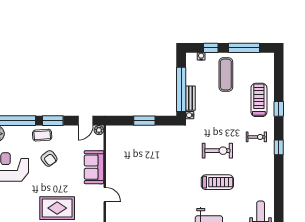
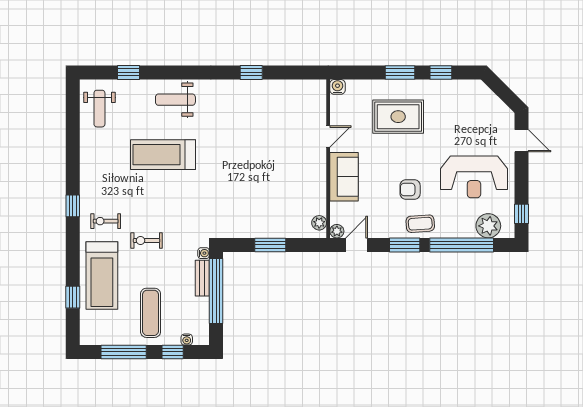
treadmill: (259, 100) -> (102, 275), width x1.37, depth x1.38
window: (279, 109) -> (73, 297), moved
plant: (111, 136) -> (319, 223), added
exercise bike: (217, 151) -> (146, 240), moved, width x0.73, depth x0.72
armchair: (49, 158) -> (410, 190), turned -53
treadmill: (217, 182) -> (163, 155), width x1.37, depth x1.38
door: (105, 195) -> (328, 136), swing flipped

